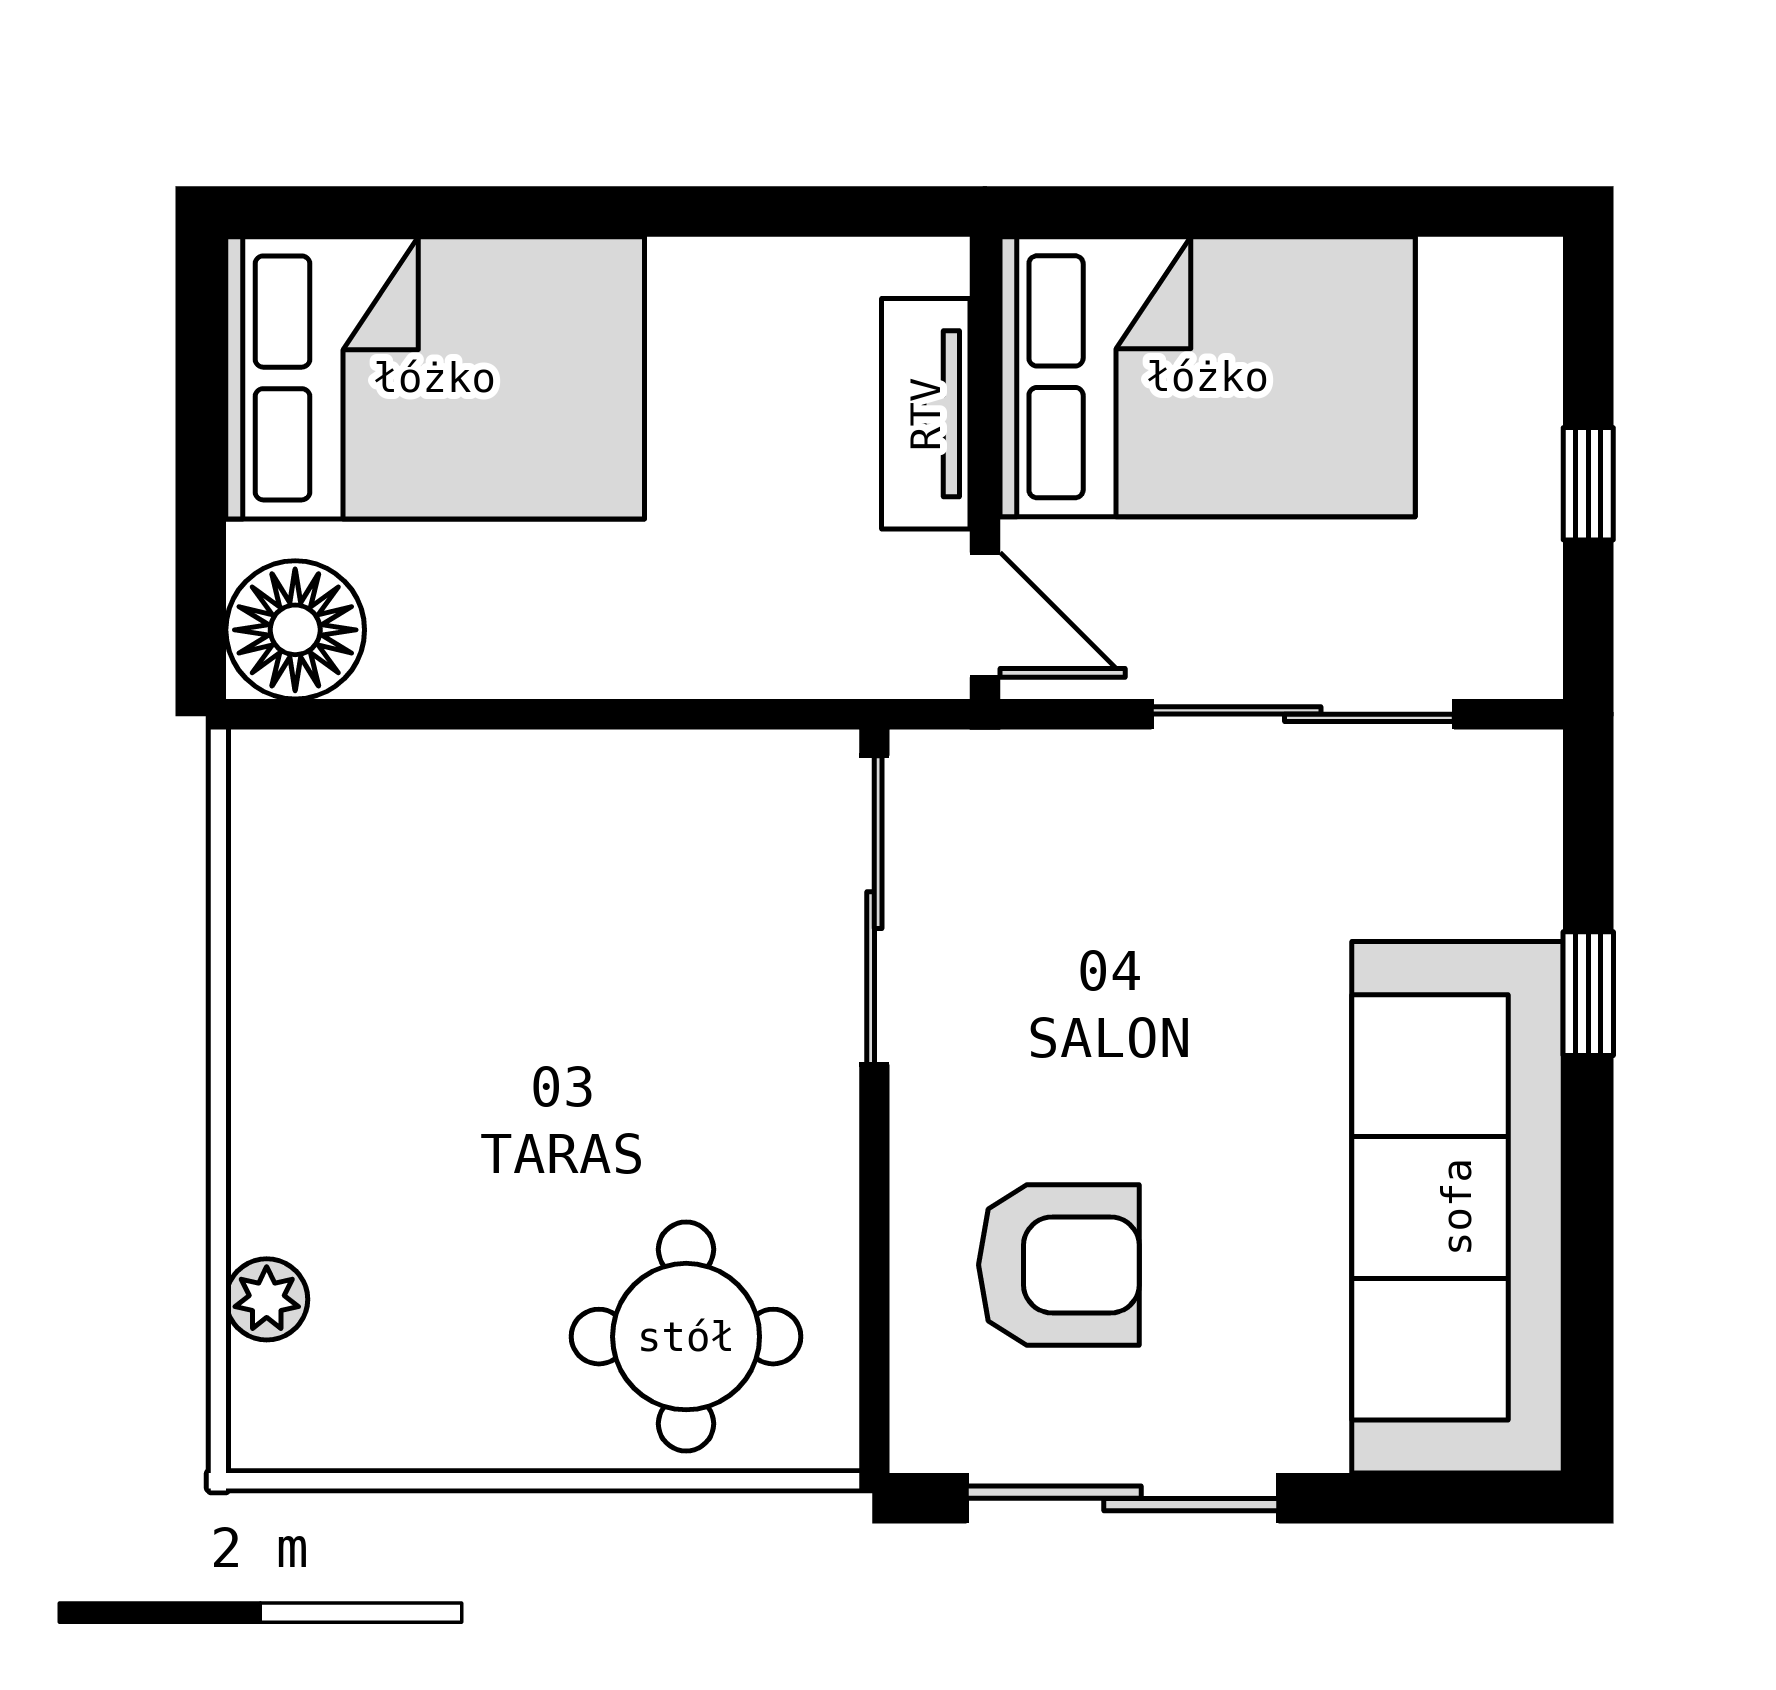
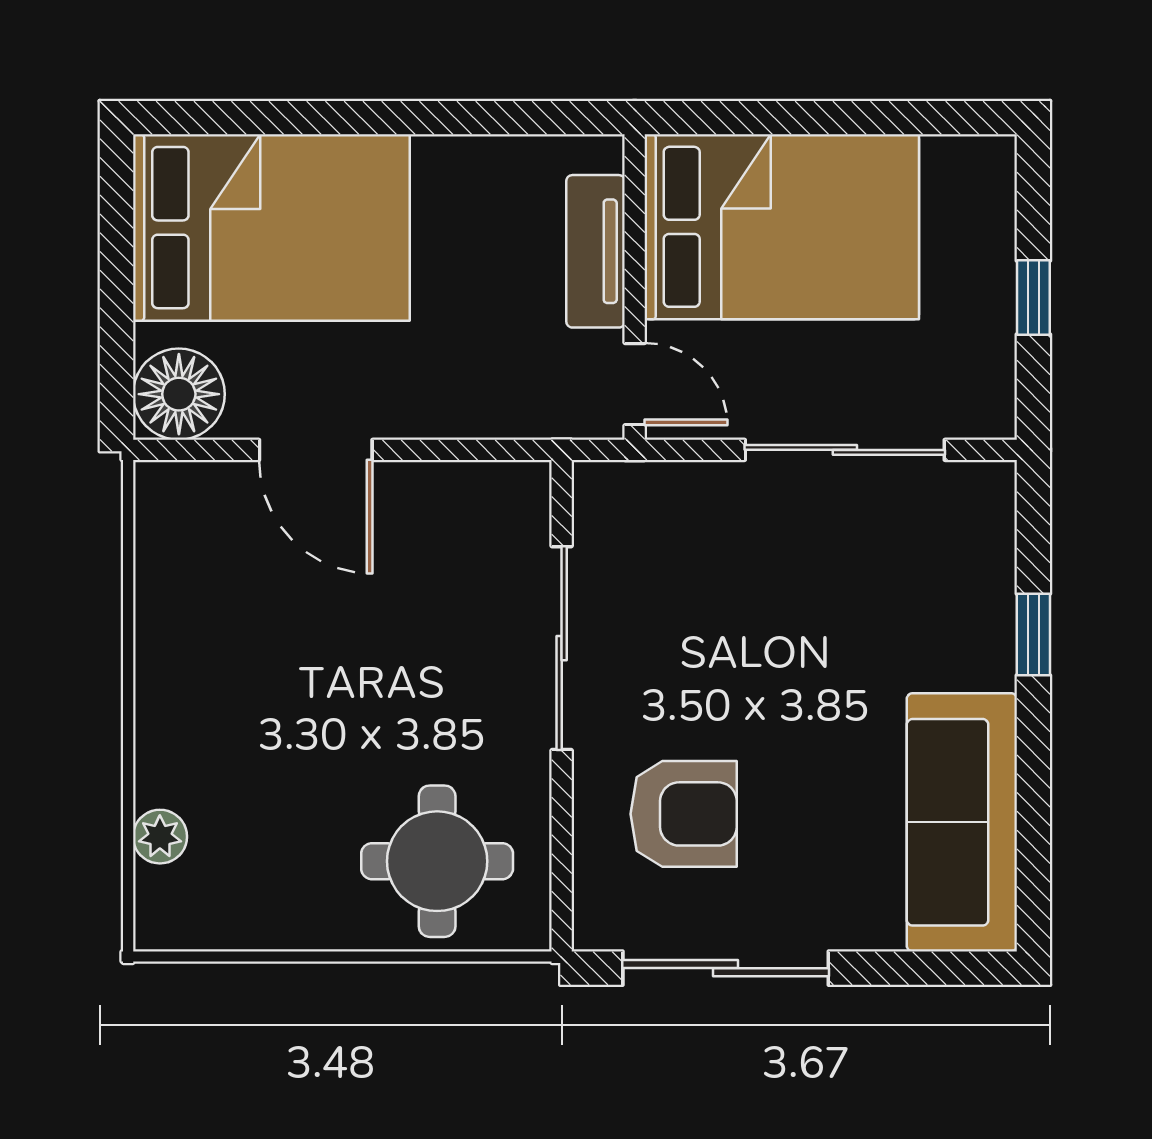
door: (502, 714) -> (316, 450), added
sliding door: (874, 910) -> (562, 648), moved
sofa: (1457, 1207) -> (962, 822), width x0.74, depth x0.79

